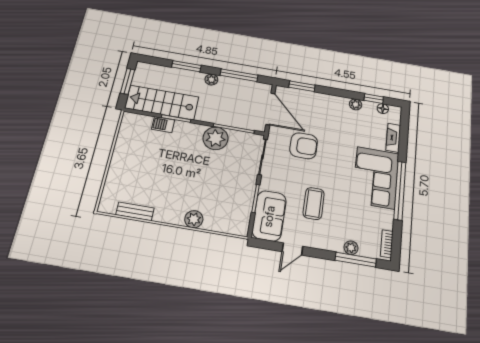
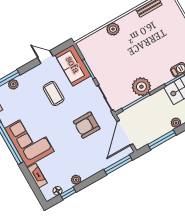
window: (302, 86) -> (118, 165), width x1.44
door: (270, 109) -> (125, 133), hinge flipped
door: (292, 249) -> (45, 57), hinge flipped

